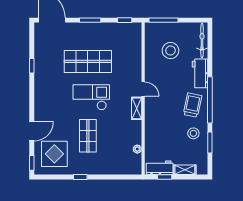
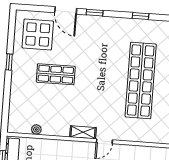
shop shelf: (88, 61) -> (141, 80), width x1.40
checkout: (91, 97) -> (99, 81), removed
window: (32, 163) -> (95, 13), moved

